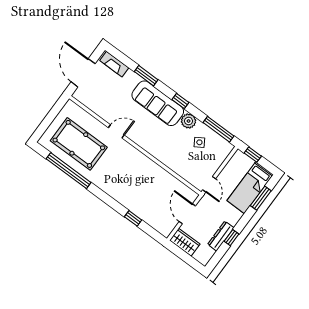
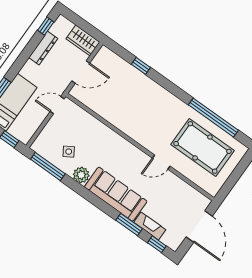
fireplace: (114, 64) -> (150, 226), moved
window: (180, 101) -> (157, 244), moved
door: (209, 184) -> (57, 105), hinge flipped
door: (187, 214) -> (81, 72), hinge flipped
window: (232, 238) -> (46, 26), moved

